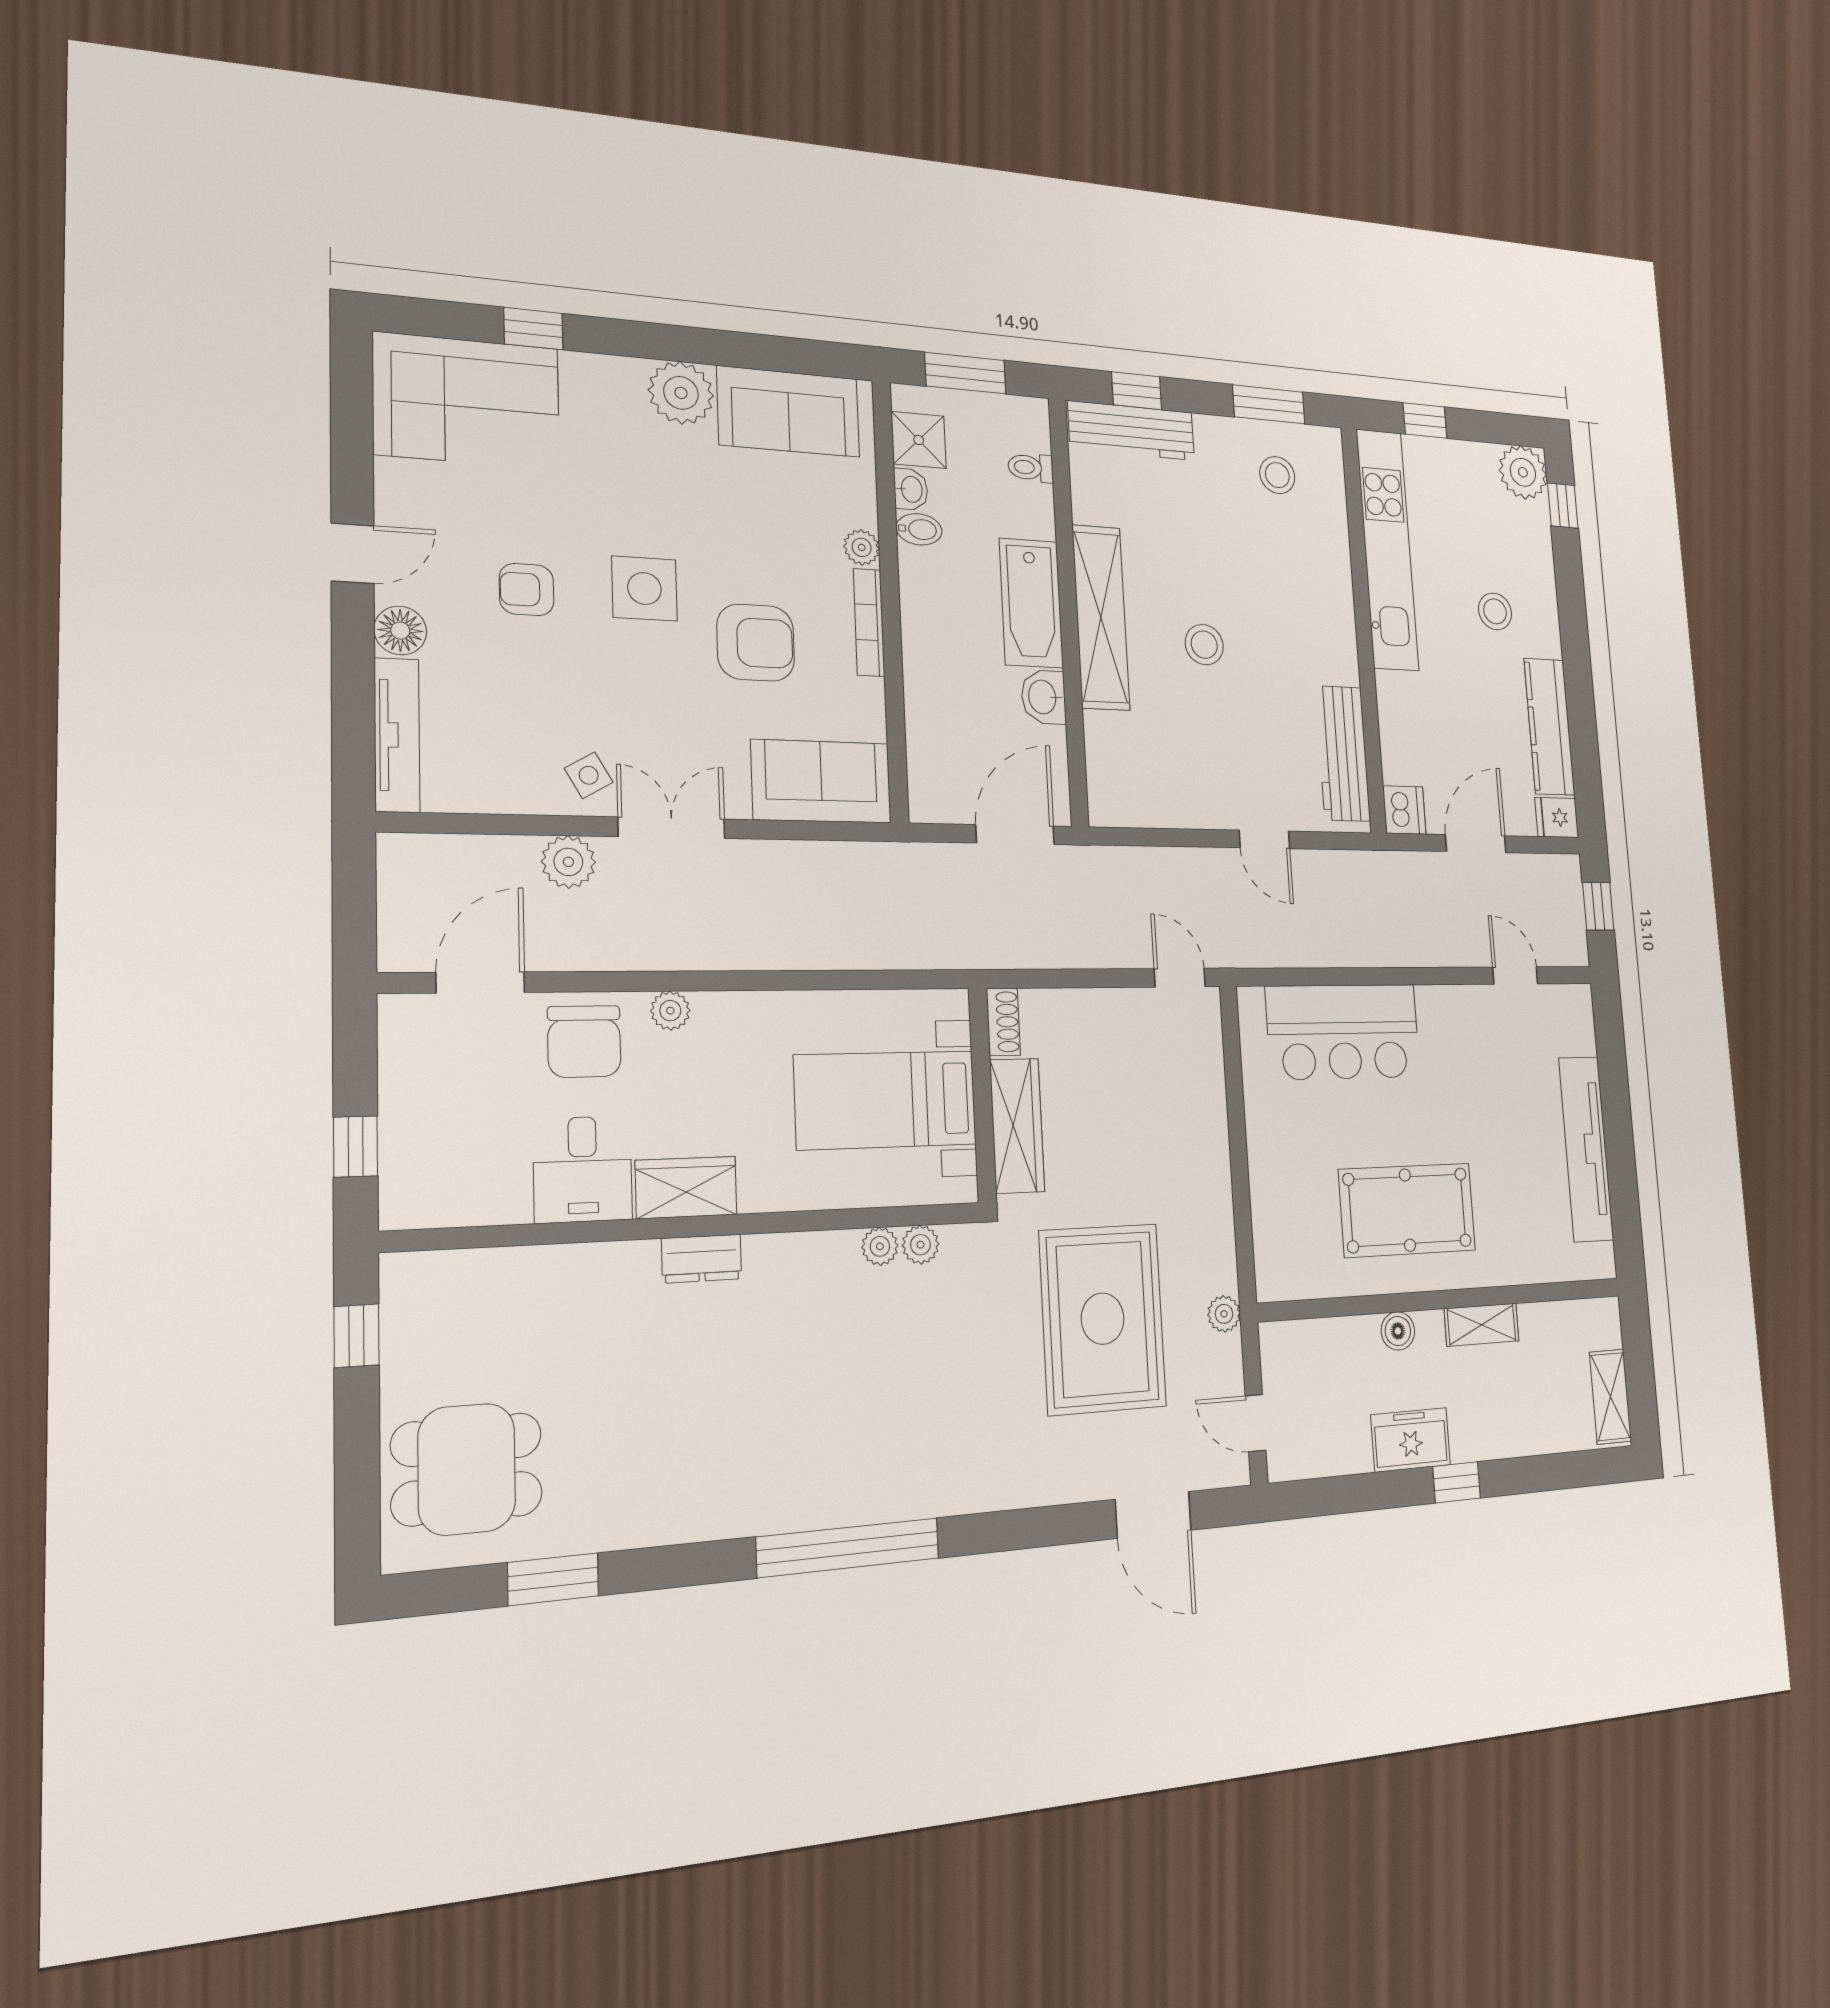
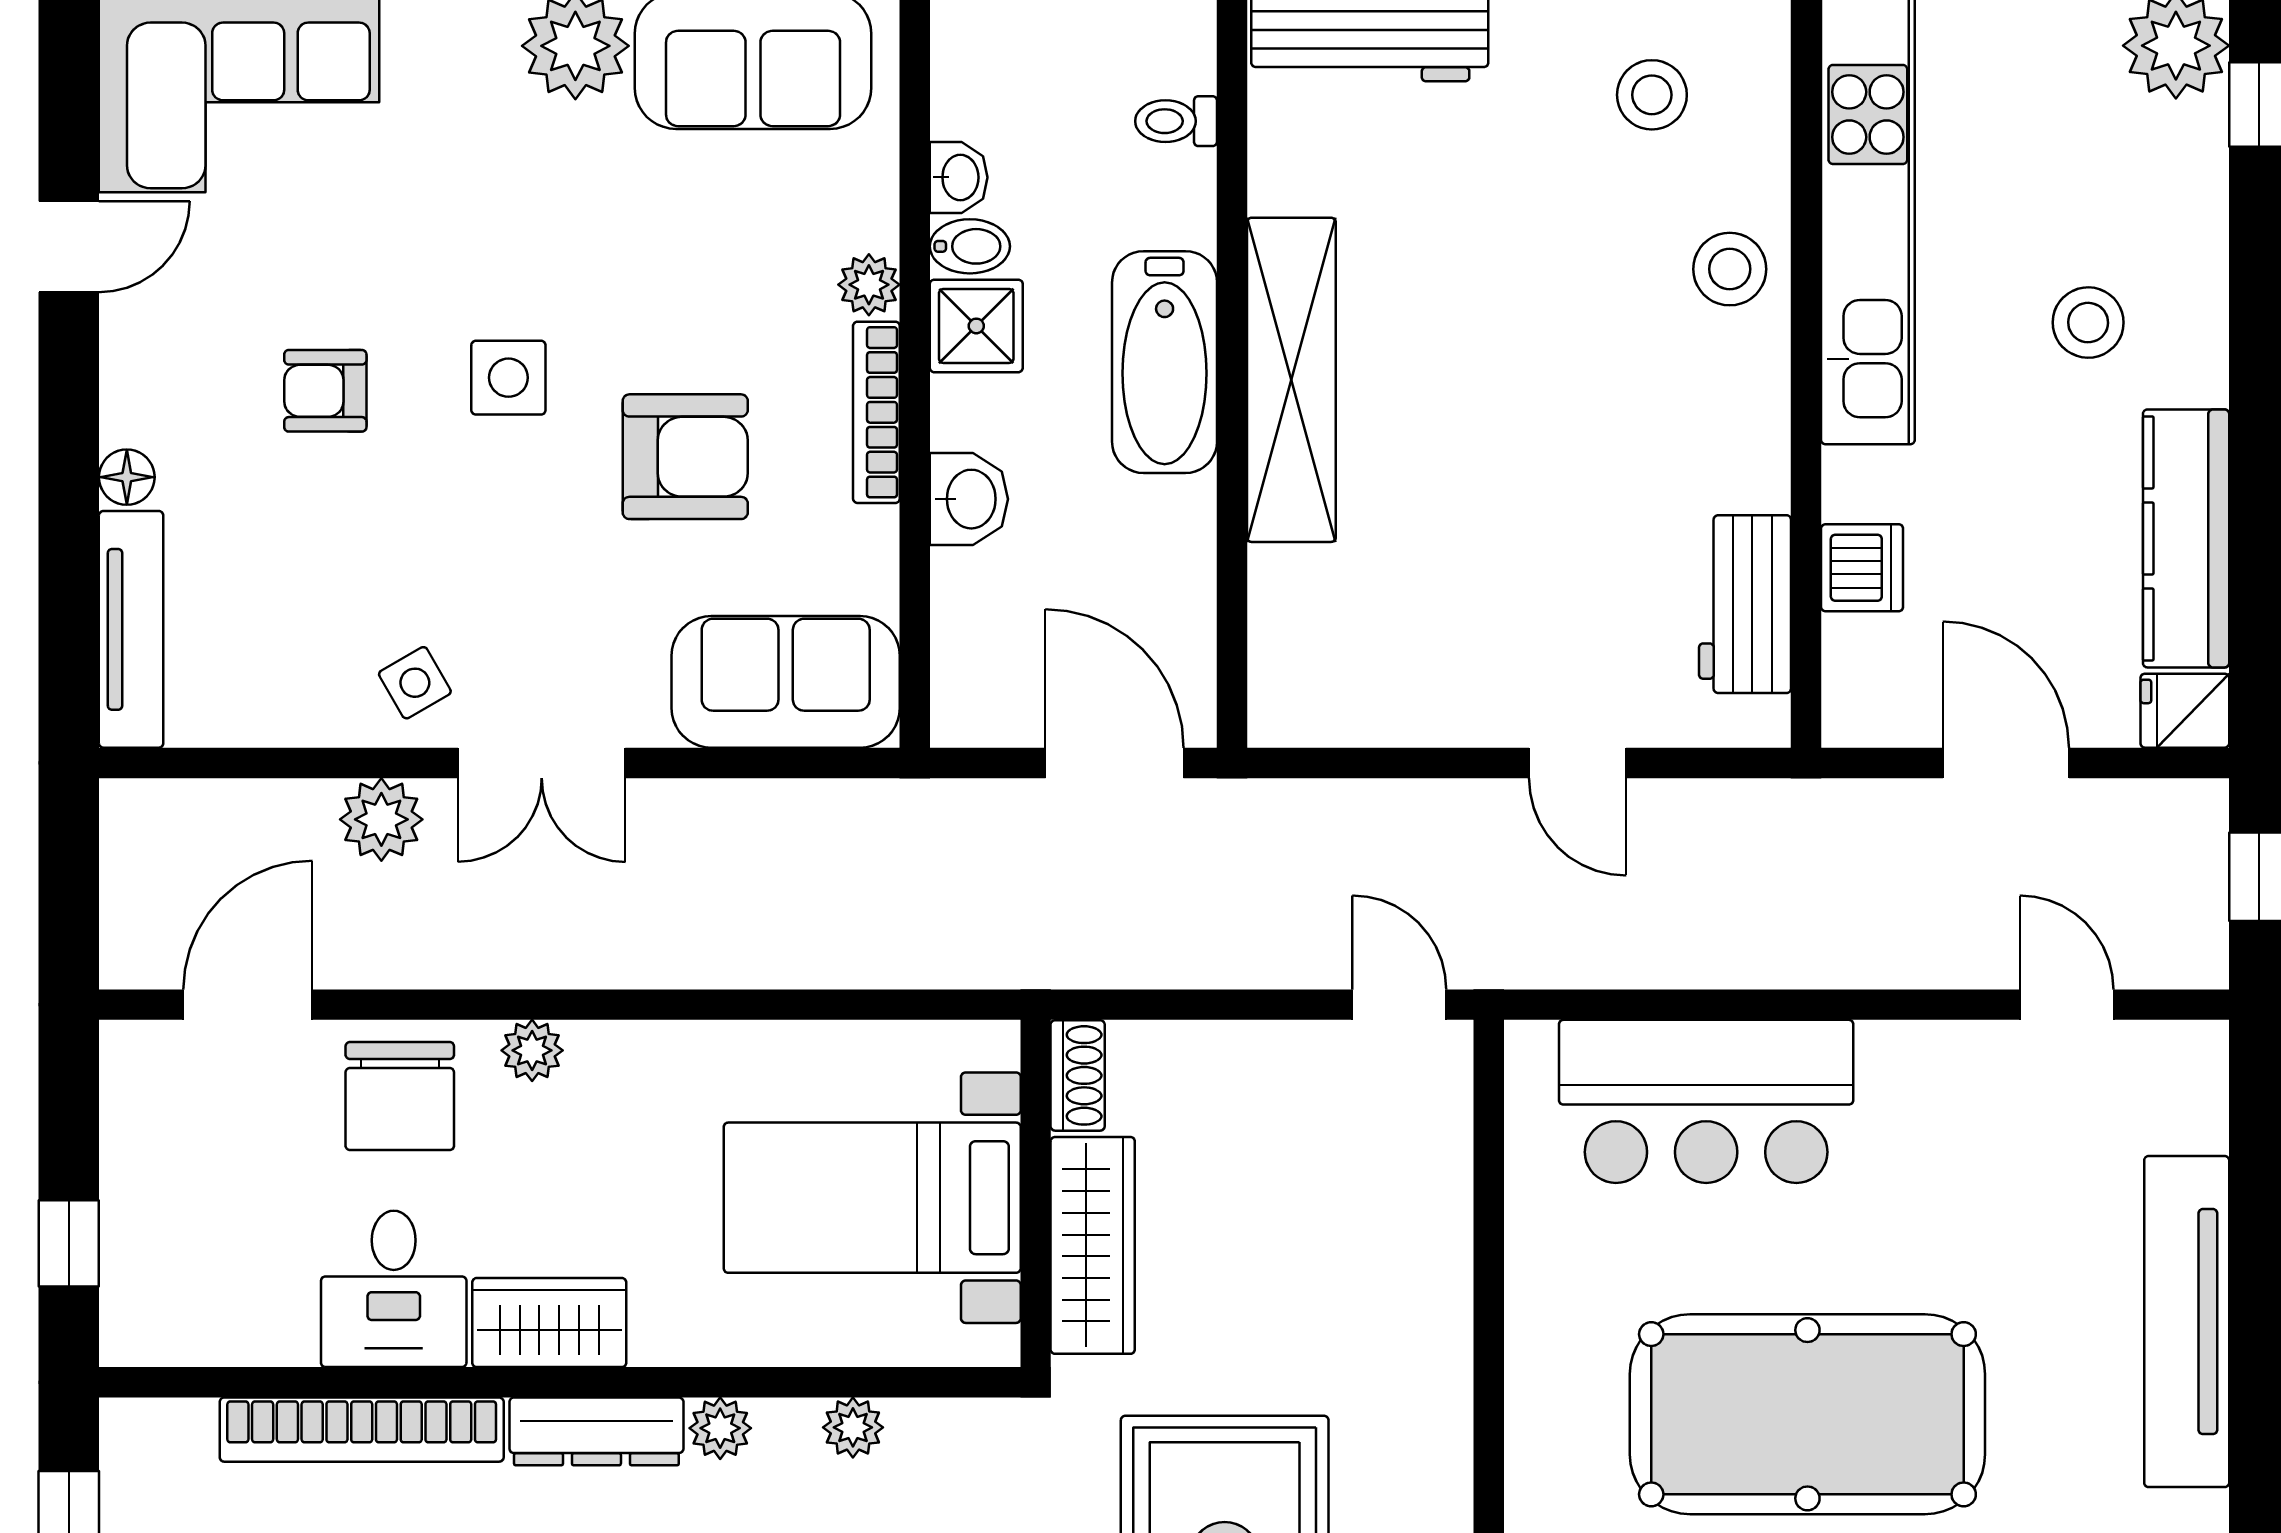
shower: (919, 440) -> (976, 326), moved
door: (352, 553) -> (69, 247), moved
side table: (644, 589) -> (508, 378), width x0.73, depth x0.73
floor lamp: (400, 631) -> (127, 477), width x0.73, depth x0.73
stool: (1204, 645) -> (1730, 269), moved
washbasin: (1044, 697) -> (969, 499), moved, turned 180
workbench: (1343, 753) -> (1745, 604), width x0.73
dishwasher: (1404, 810) -> (1862, 568), moved
double door: (672, 828) -> (542, 763), swing flipped
door: (1015, 835) -> (1115, 763), hinge flipped
door: (1476, 844) -> (2006, 763), hinge flipped
pool table: (1407, 1210) -> (1807, 1414), width x1.36, depth x1.32
plant: (920, 1245) -> (720, 1428), moved
dresser: (702, 1259) -> (596, 1431), width x1.44
bookcase: (563, 1265) -> (362, 1430), added

